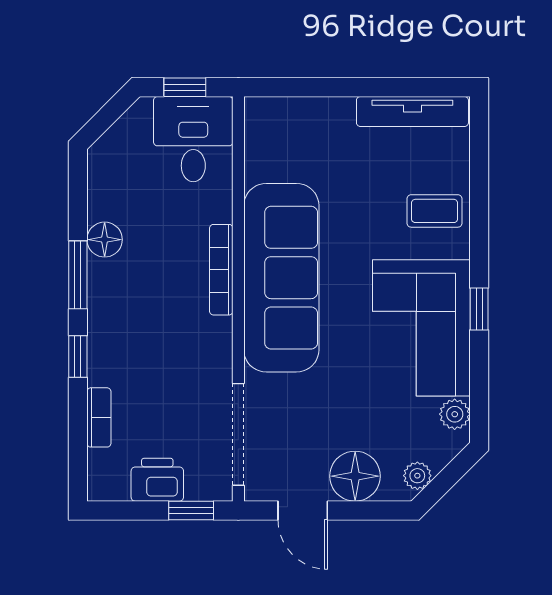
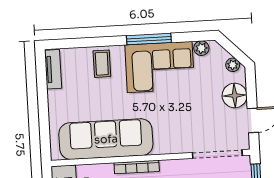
tv unit: (412, 112) -> (53, 69), width x0.71
sofa: (281, 278) -> (106, 139), moved
window: (479, 309) -> (149, 39), width x2.17

